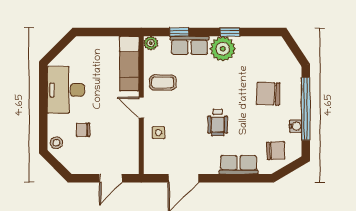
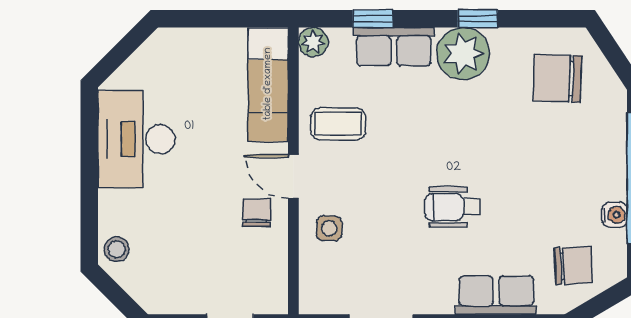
chair: (268, 94) -> (557, 78), moved
wheelchair: (218, 122) -> (453, 207), turned 90
chair: (83, 130) -> (256, 213), moved, turned 90

